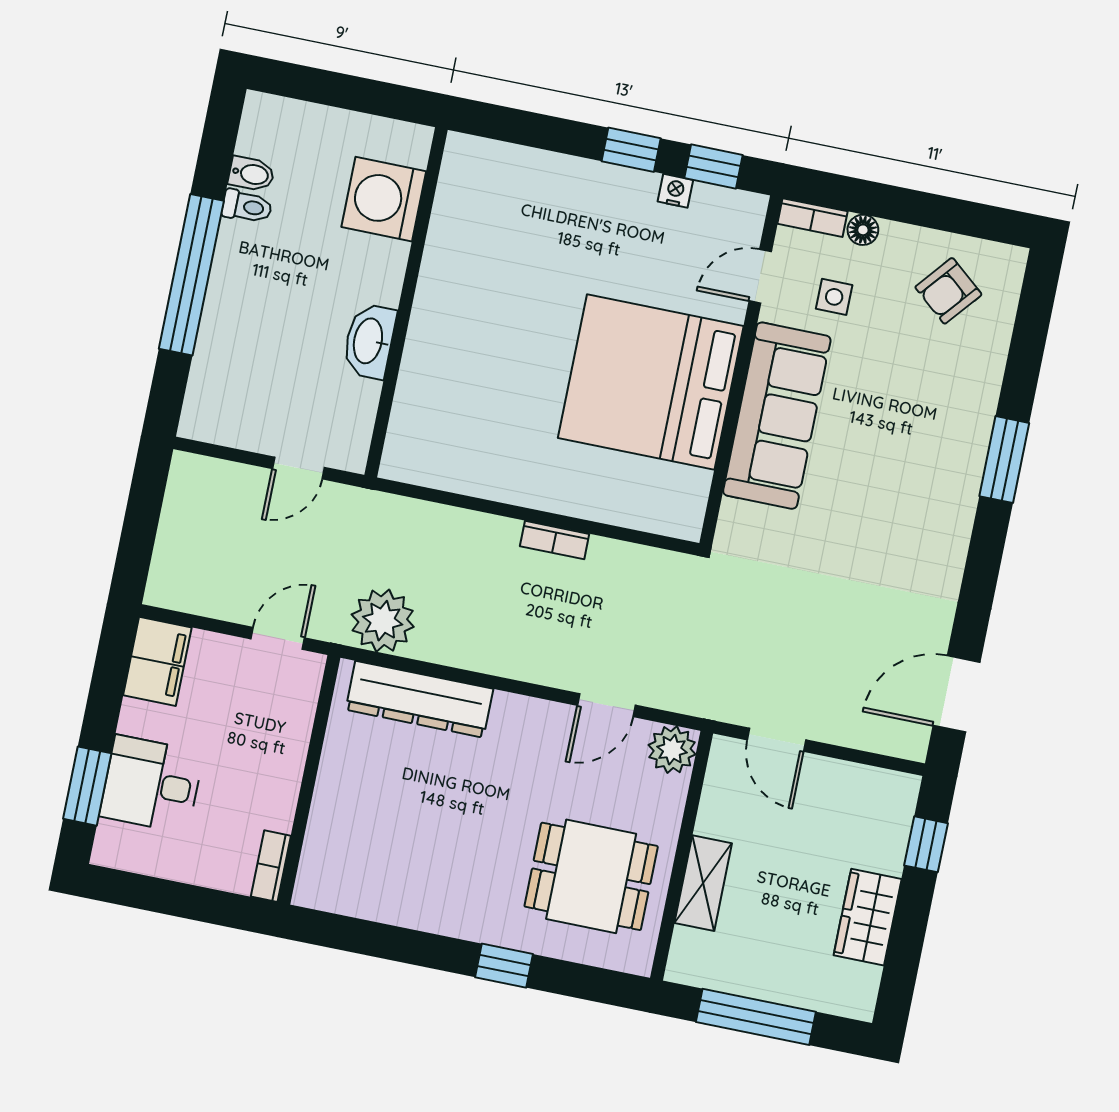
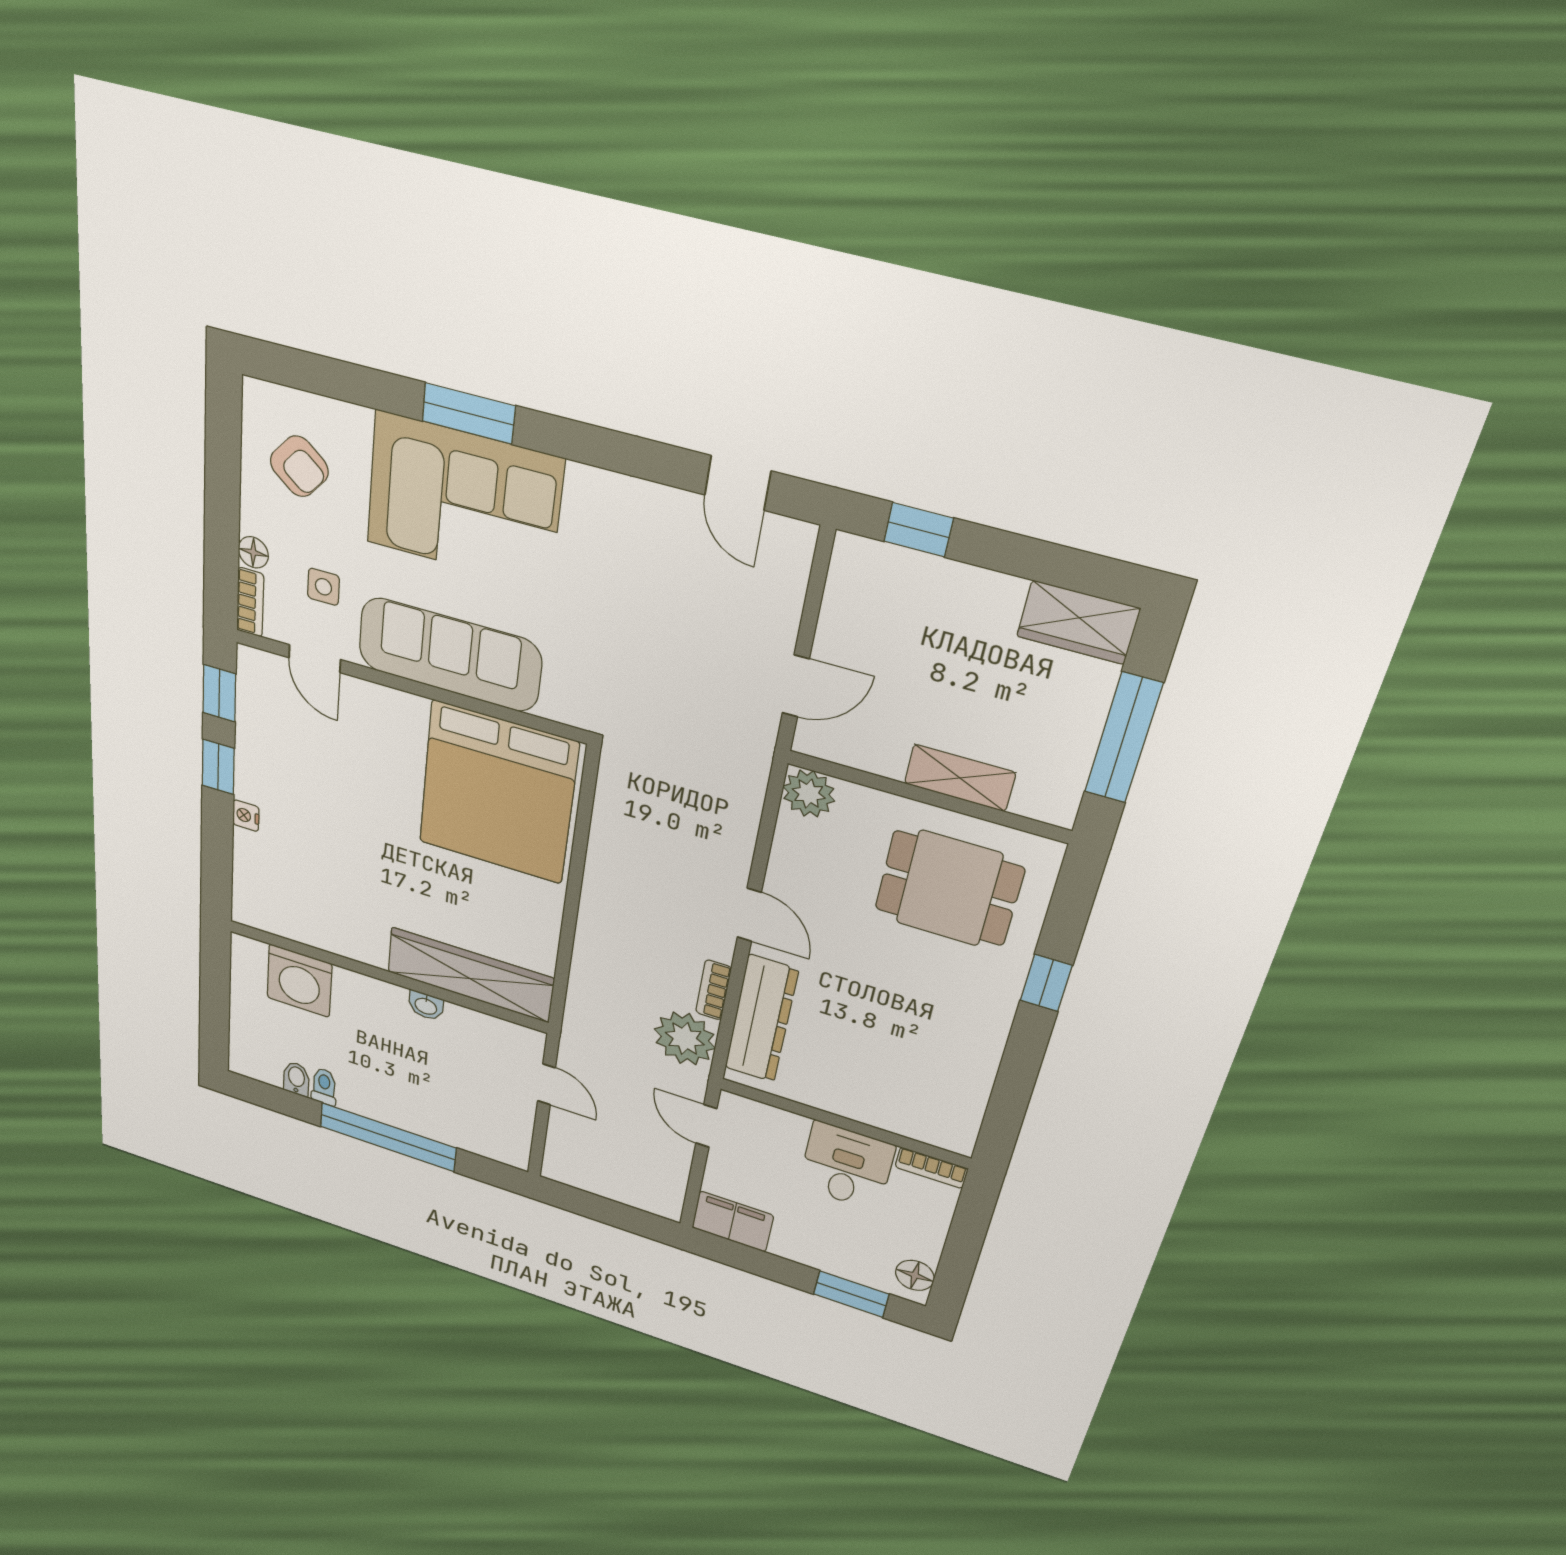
nightstand: (675, 191) -> (246, 816), moved
washbasin: (369, 341) -> (426, 1006), width x0.52, depth x0.69
bed: (651, 382) -> (498, 793), moved
wardrobe: (422, 397) -> (470, 975), added
corner sofa: (926, 446) -> (464, 501), added
bookcase: (555, 540) -> (713, 990), moved, turned 180
door: (957, 694) -> (738, 483), width x0.73
door: (606, 705) -> (749, 915), moved
desk: (152, 784) -> (846, 1166), moved, turned 180
floor lamp: (128, 852) -> (915, 1275), added
dining table: (591, 876) -> (949, 888), turned 90
wardrobe: (868, 917) -> (1078, 622), moved

